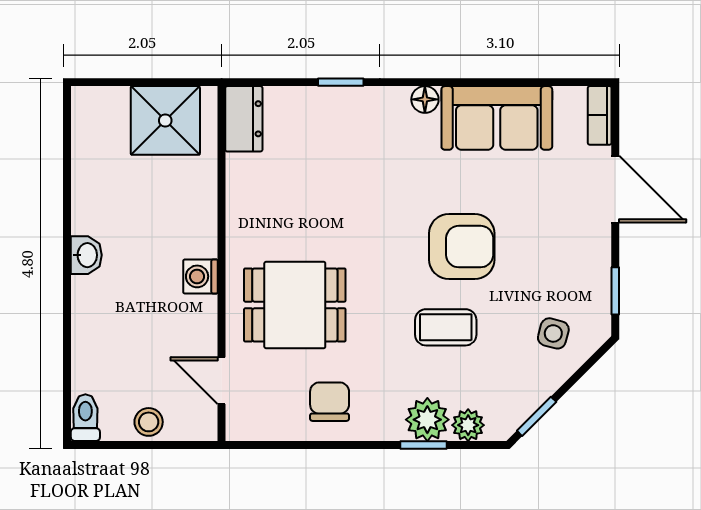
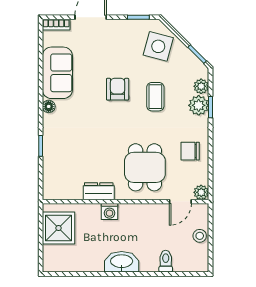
dresser: (244, 119) -> (99, 191), moved
armchair: (462, 247) -> (118, 89), width x0.72, depth x0.72
washbasin: (86, 255) -> (122, 262), width x1.91, depth x1.45
washing machine: (200, 276) -> (109, 212), moved
side table: (553, 333) -> (158, 46), width x1.87, depth x1.87
toilet: (85, 418) -> (166, 261), moved, turned 90
plant: (241, 425) -> (201, 192), added

